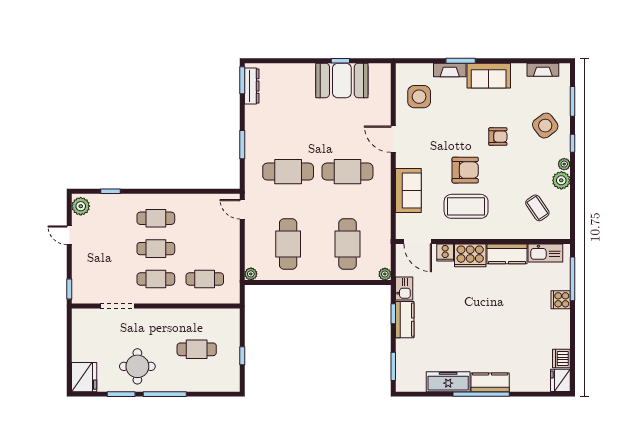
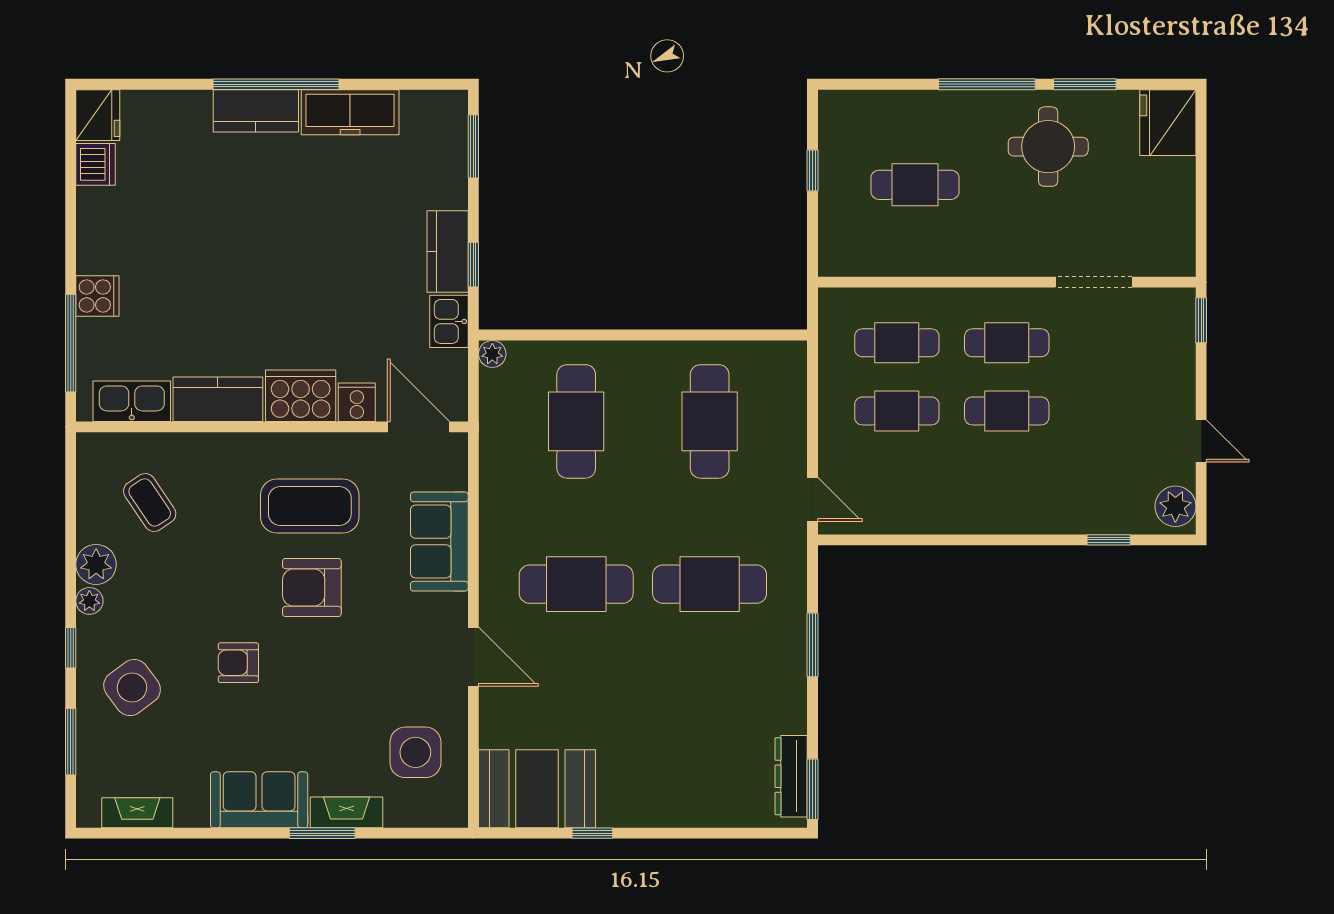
booth: (342, 80) -> (537, 789), moved
cafe table: (156, 218) -> (897, 411), moved
plant: (251, 274) -> (793, 354), removed

